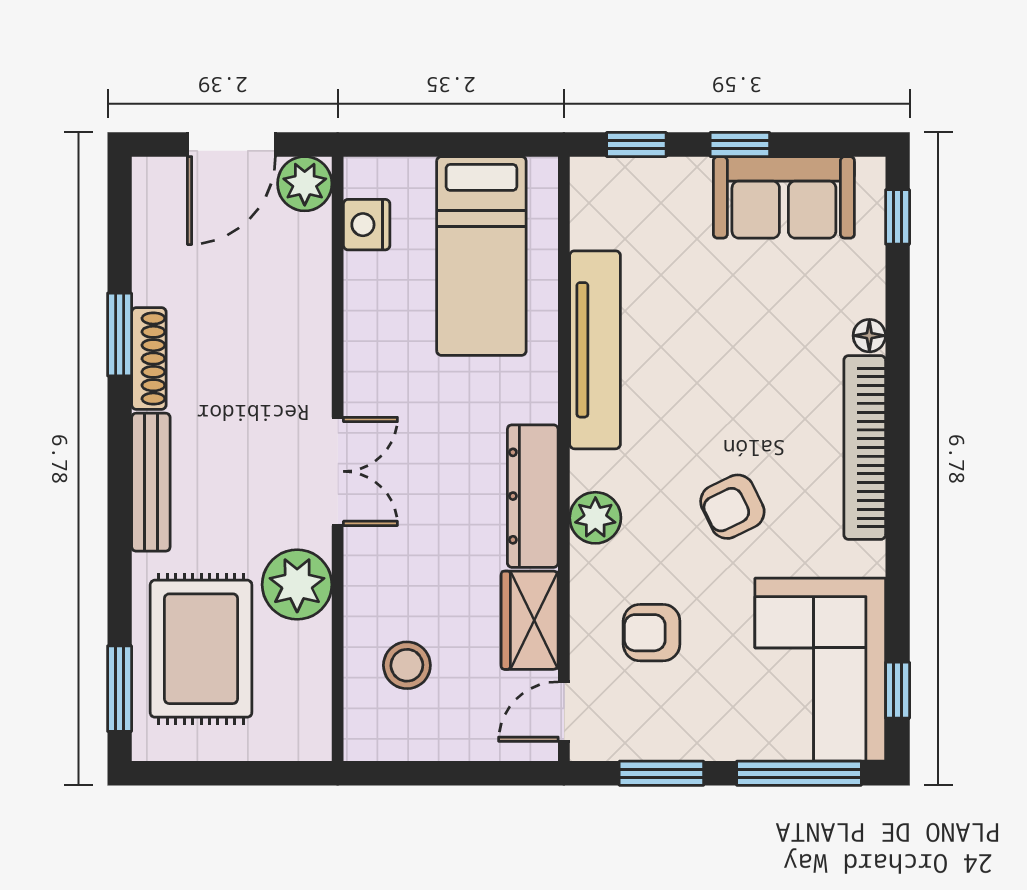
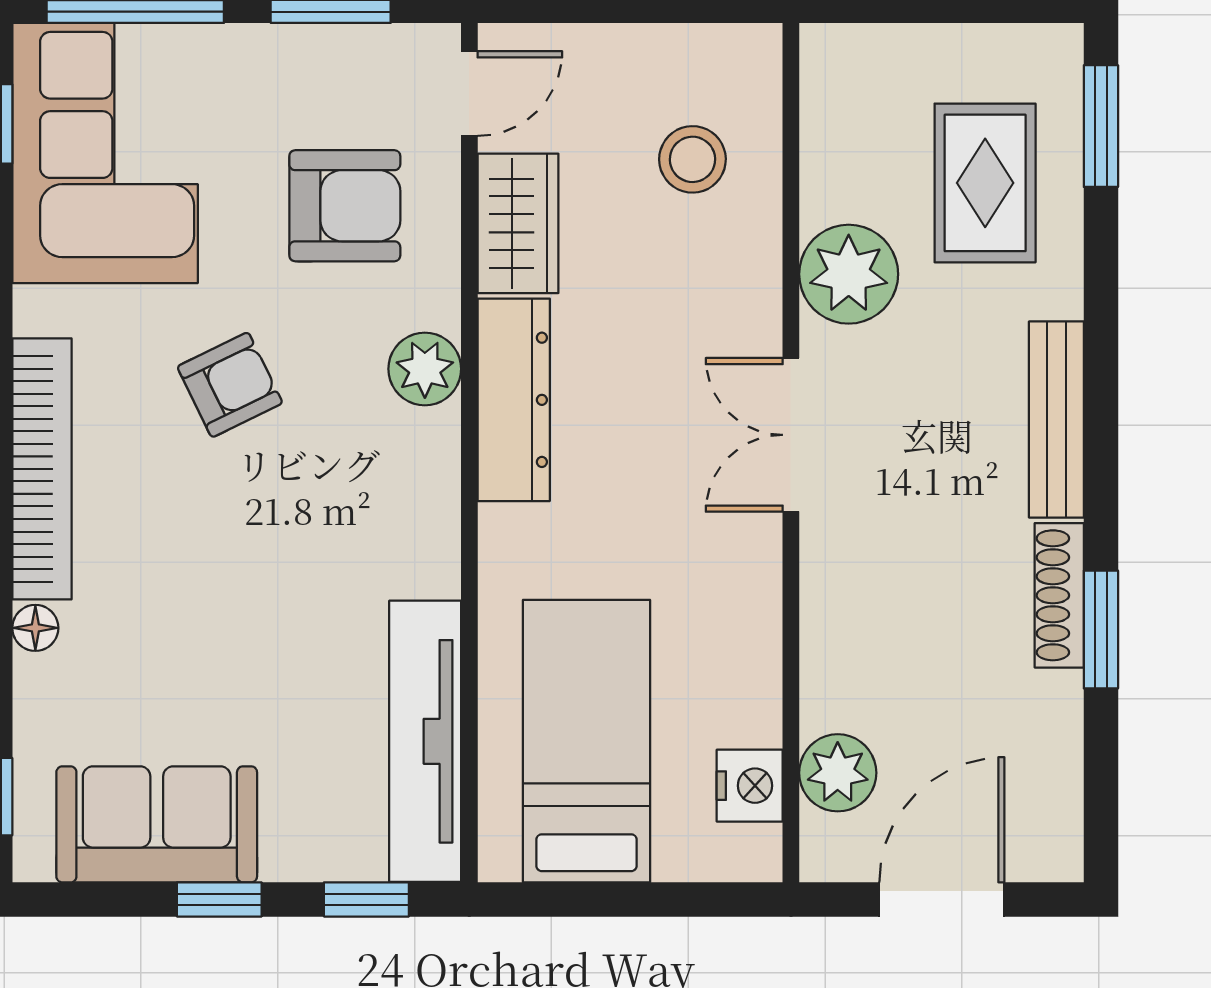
plant: (305, 184) -> (838, 773), moved
tv unit: (595, 350) -> (425, 741), moved
armchair: (652, 633) -> (345, 206), width x1.38, depth x1.38
rug: (201, 649) -> (985, 183), width x0.73, depth x0.70

